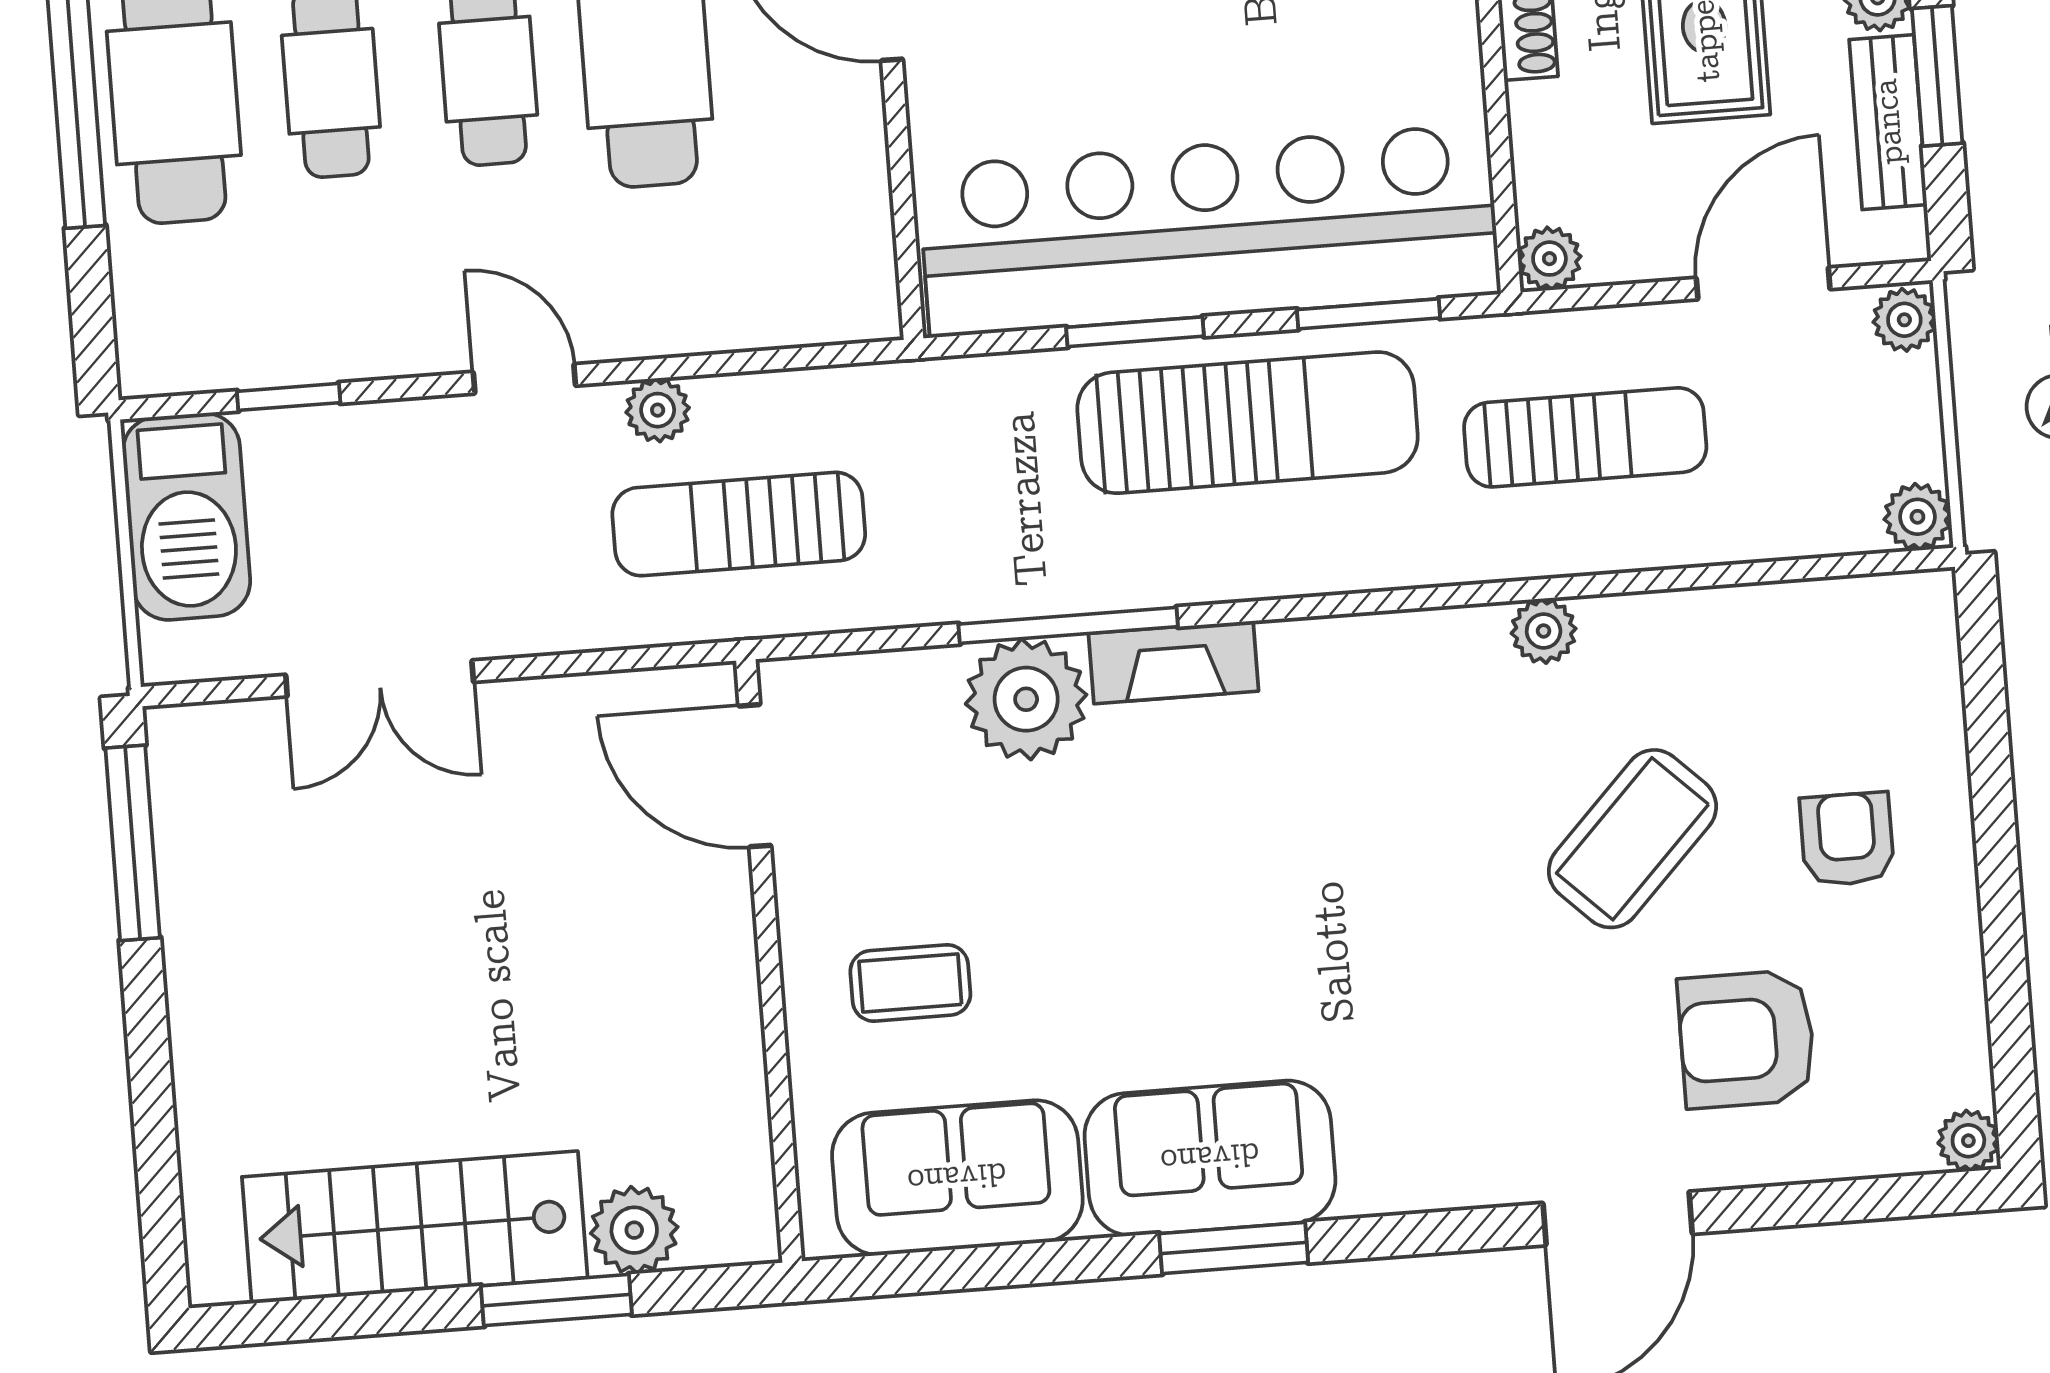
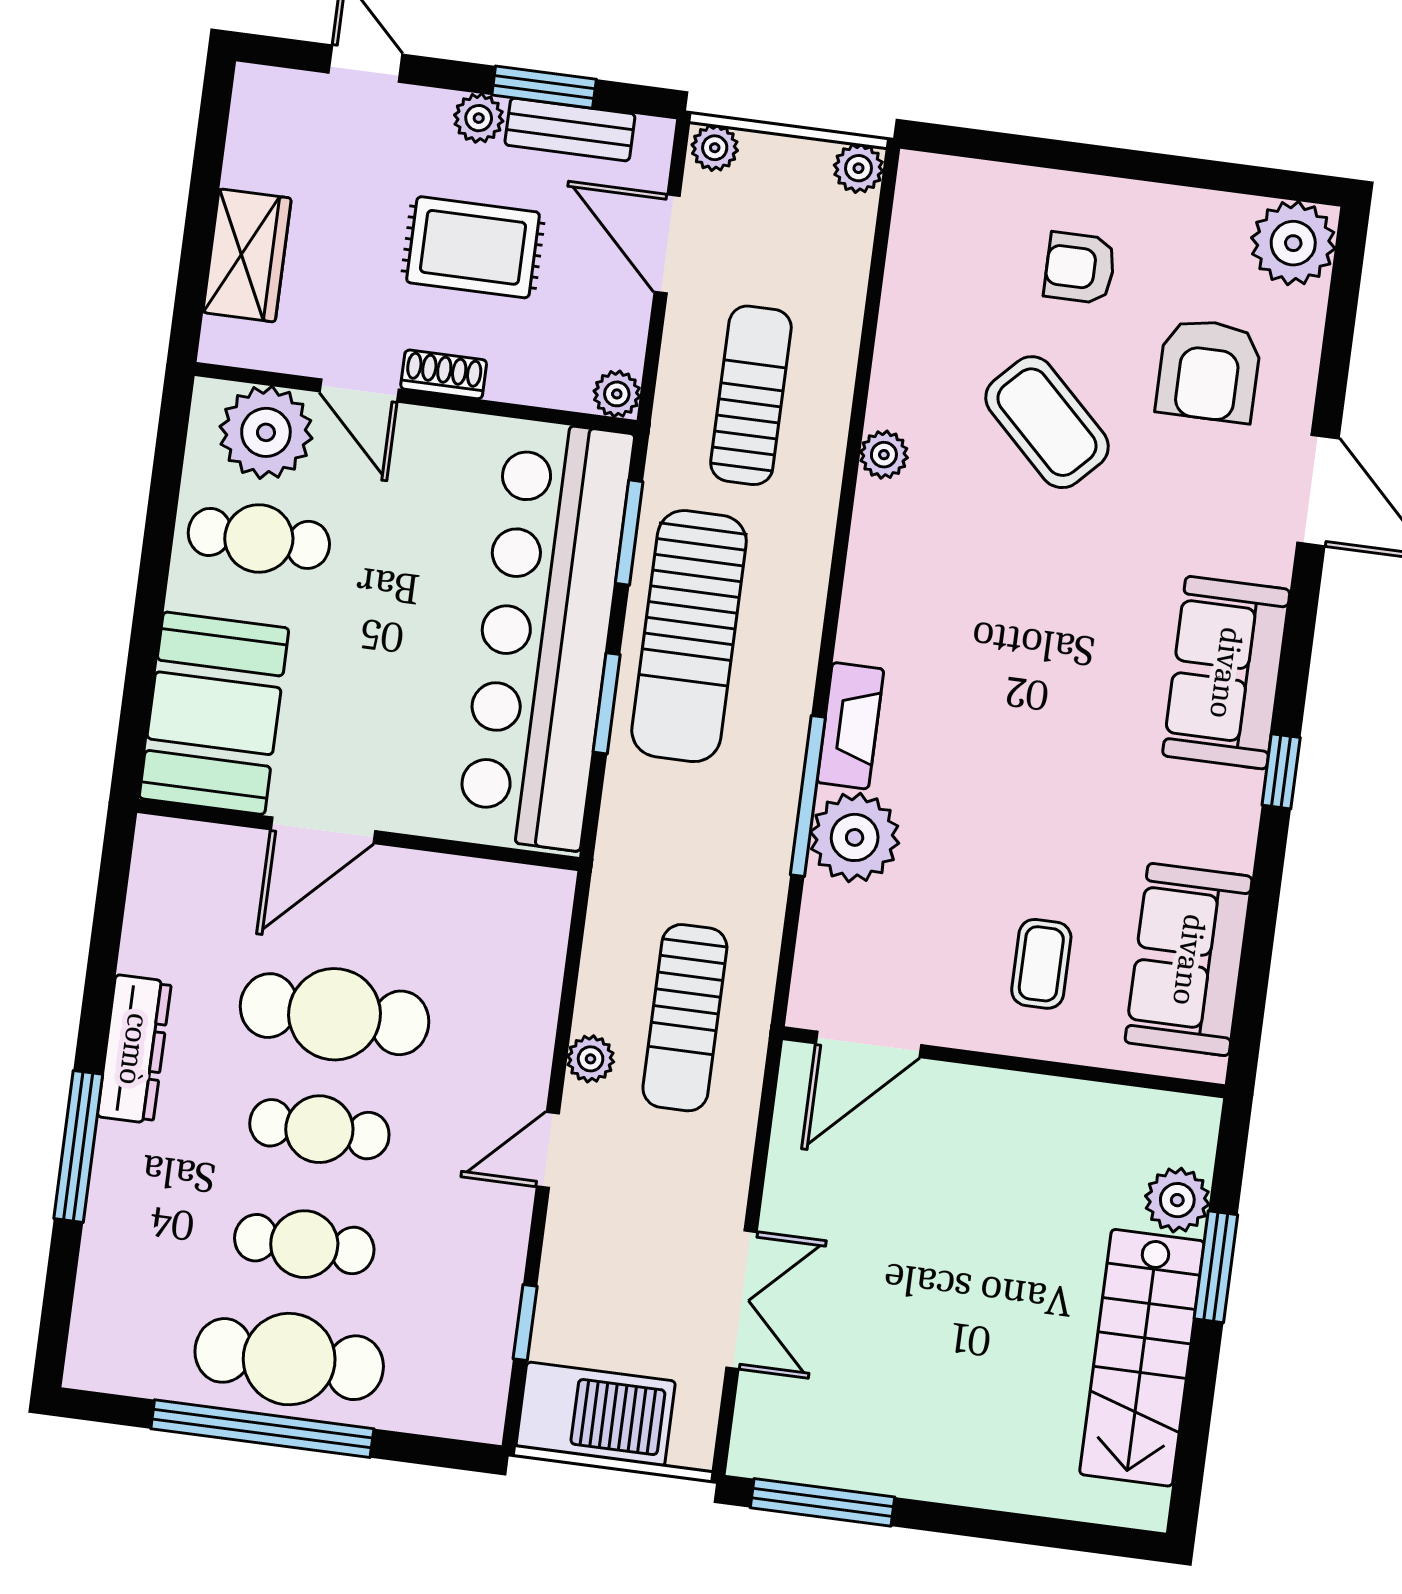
sun lounger: (1248, 423) -> (689, 636), turned 180
plant: (1968, 1141) -> (1293, 243), width x1.88, depth x1.88
sofa: (1210, 1158) -> (1226, 673), moved
window: (1234, 1248) -> (1281, 771), width x0.67

